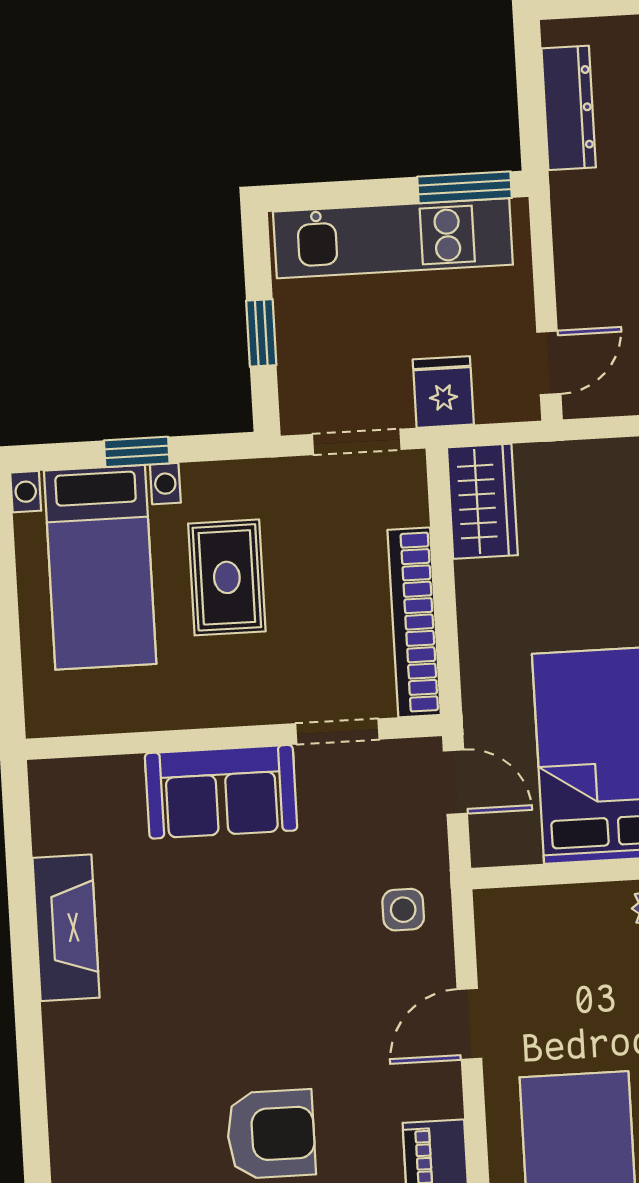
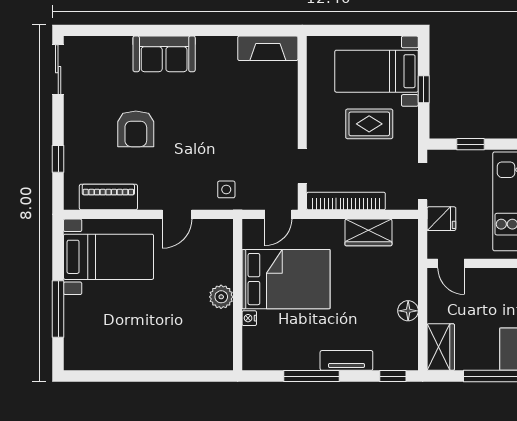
wardrobe: (482, 501) -> (368, 232), moved
sofa: (221, 792) -> (164, 54), moved, turned -90
fireplace: (66, 928) -> (268, 48), moved
door: (469, 1024) -> (177, 214), swing flipped

